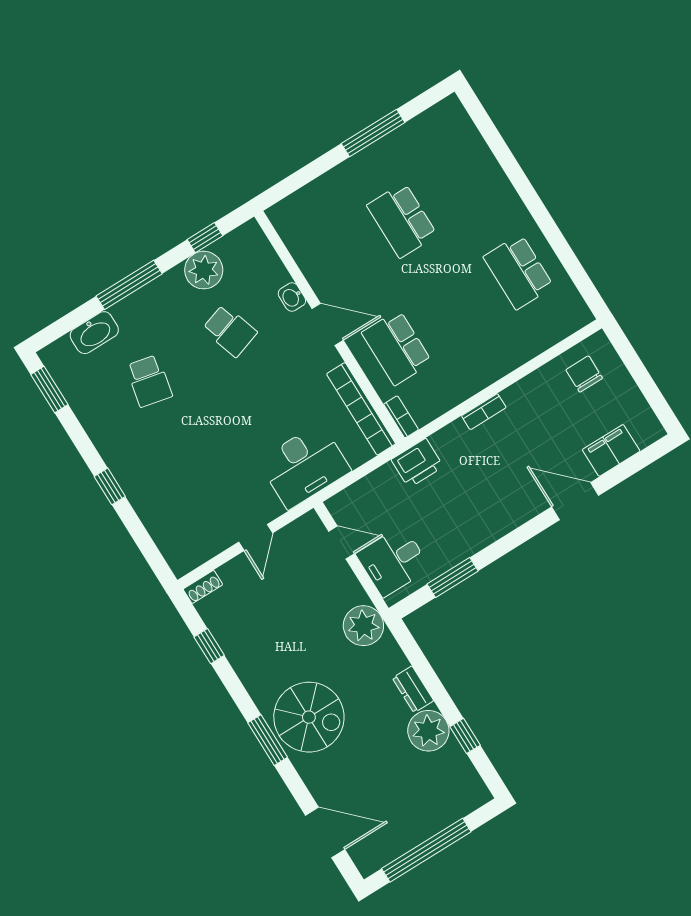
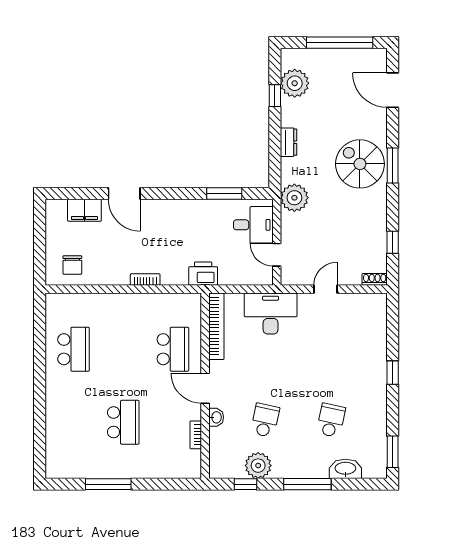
school desk: (230, 331) -> (265, 420), turned 30
bookcase: (401, 417) -> (196, 435), moved
plant: (428, 731) -> (295, 83), moved

